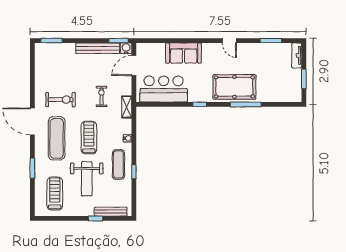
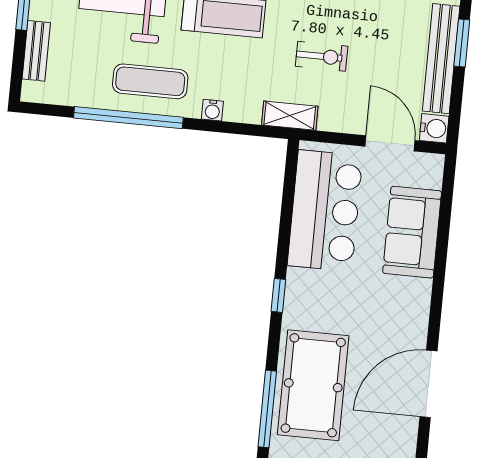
window: (119, 41) -> (462, 43), moved
door: (229, 41) -> (428, 384), width x1.87
sofa: (184, 53) -> (412, 232), moved
window: (134, 172) -> (128, 118), width x3.17
bench: (111, 212) -> (36, 51), width x0.73

